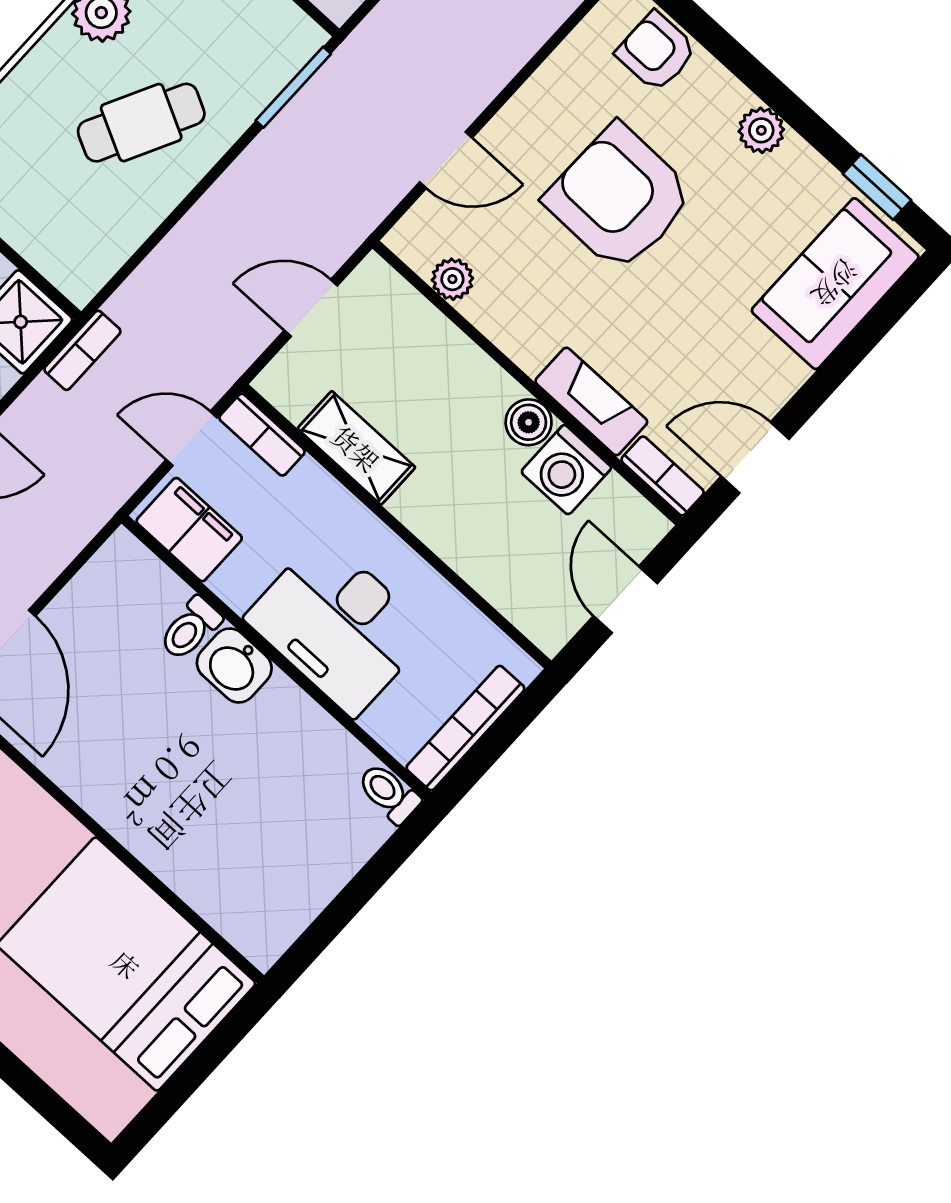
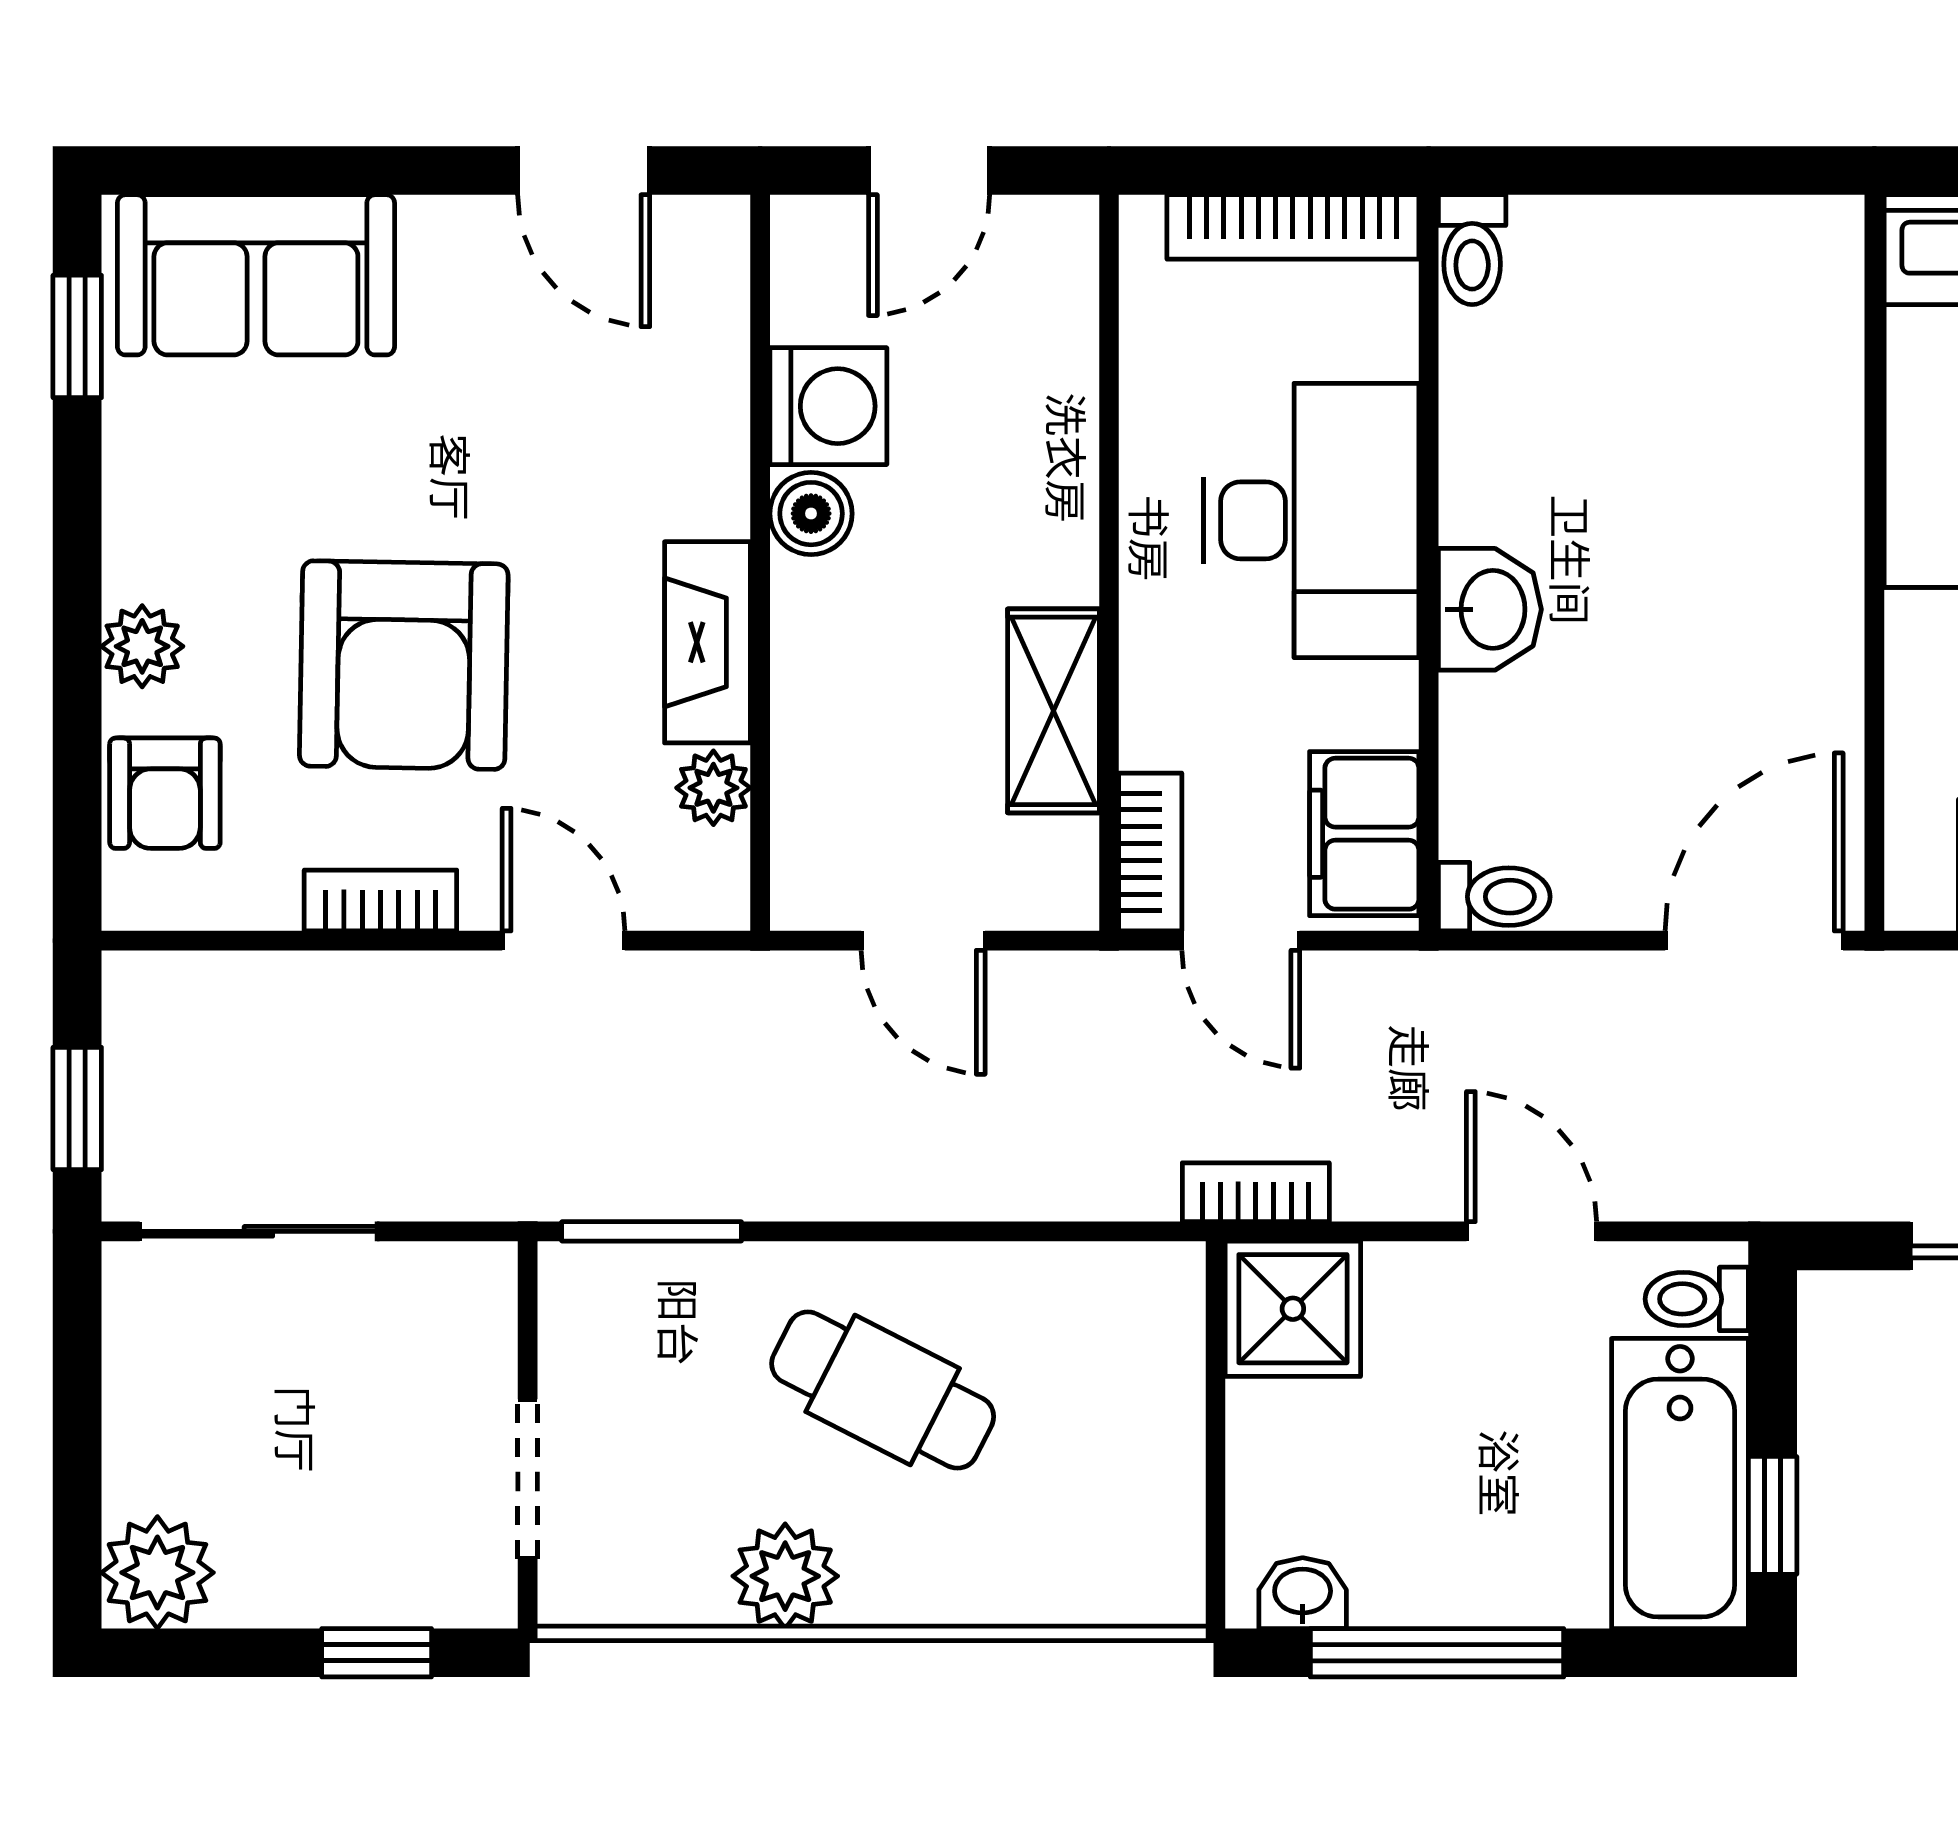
plant: (761, 130) -> (142, 646), moved
fireplace: (591, 401) -> (708, 642), moved
bookcase: (663, 476) -> (380, 901), moved, turned 90
toilet: (190, 629) -> (1494, 897), moved

